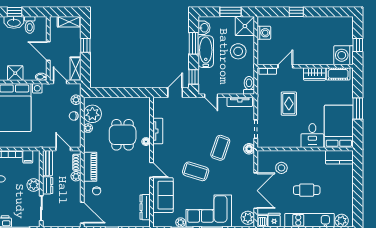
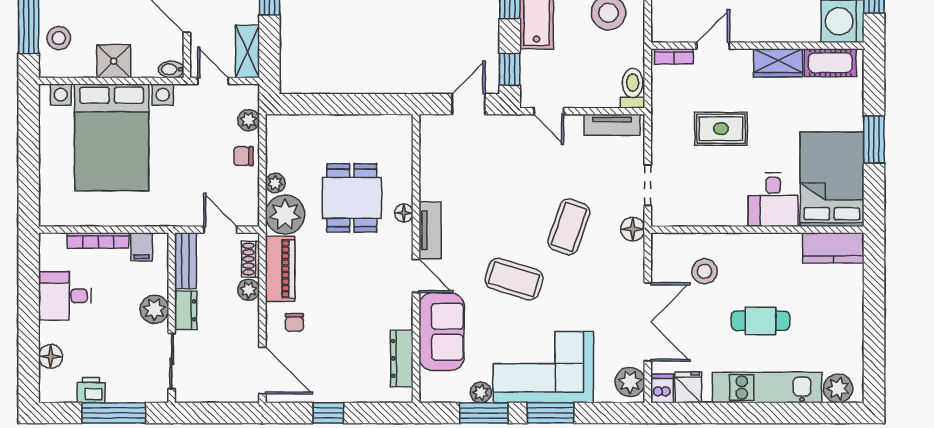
rug: (289, 104) -> (721, 129), turned 90
plant: (92, 114) -> (285, 215), moved
tv unit: (158, 131) -> (430, 230), moved

